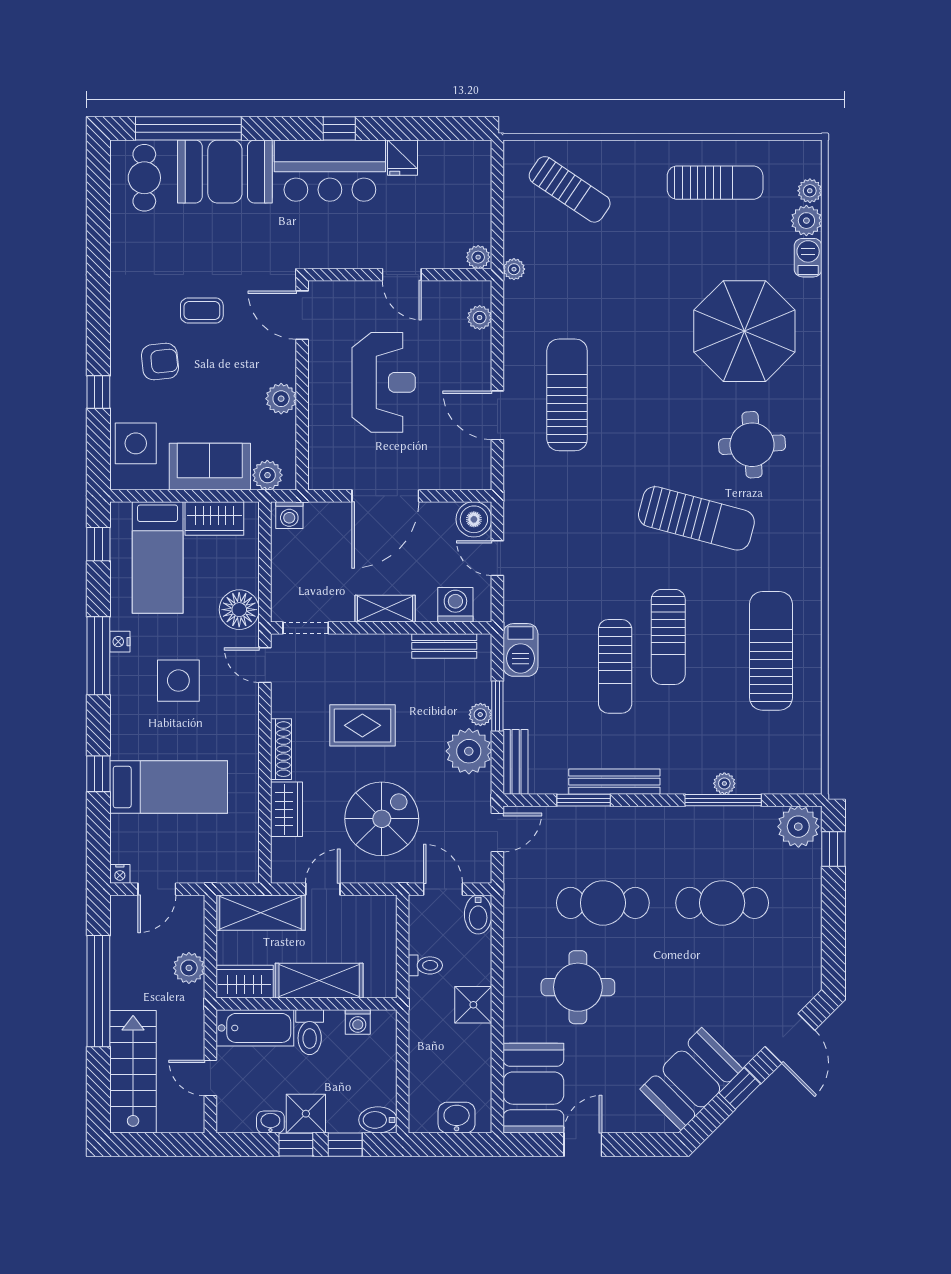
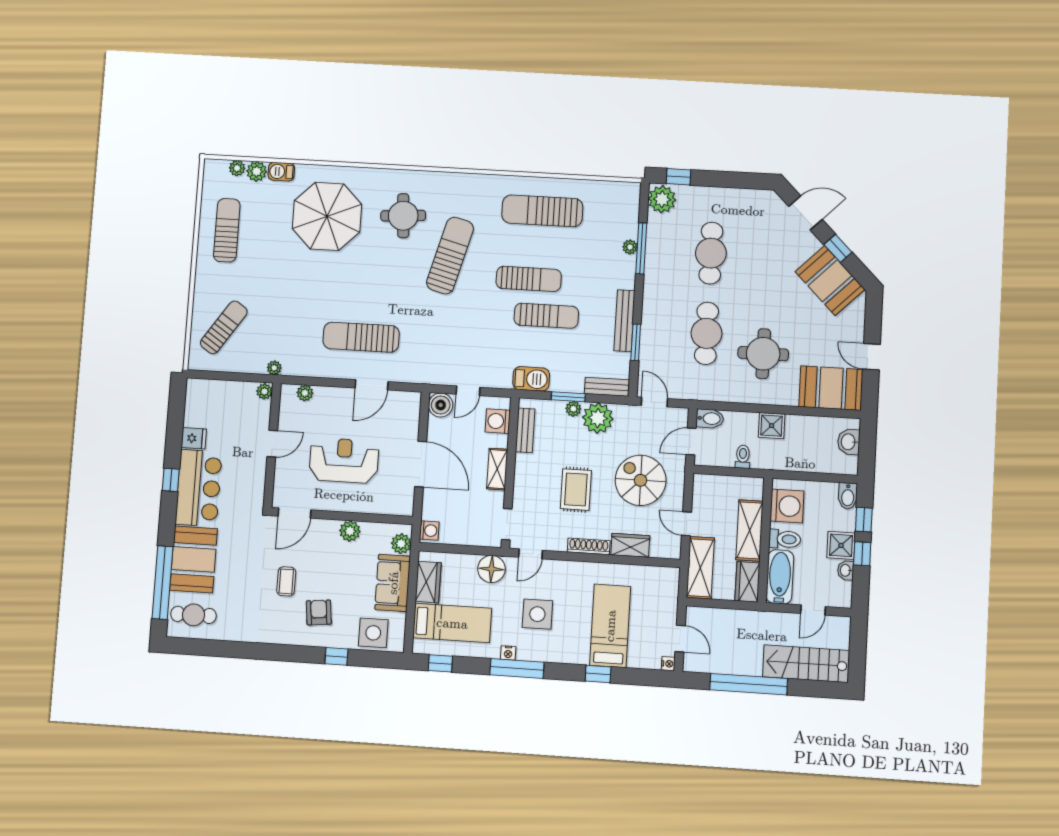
plant: (189, 968) -> (736, 620), removed
washing machine: (358, 1022) -> (787, 506), width x1.89, depth x1.89

